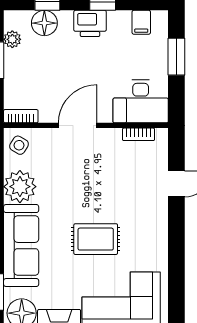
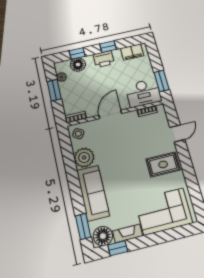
filing cabinet: (141, 22) -> (132, 52), width x2.00
window: (176, 57) -> (162, 81), moved
rug: (96, 239) -> (163, 164), moved

